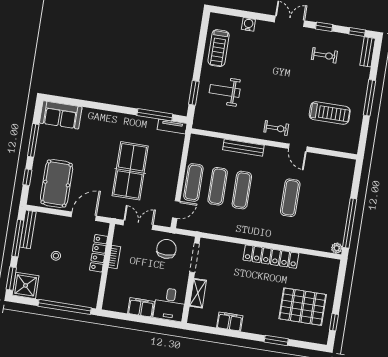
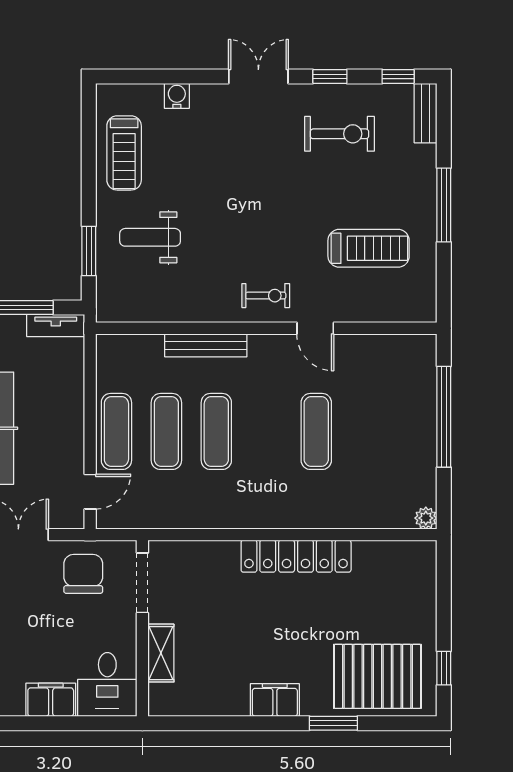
exercise bike: (324, 55) -> (340, 134), width x1.38, depth x1.39
window: (350, 223) -> (444, 417), moved
pallet: (303, 307) -> (377, 676), moved
filing cabinet: (230, 322) -> (275, 700), moved

